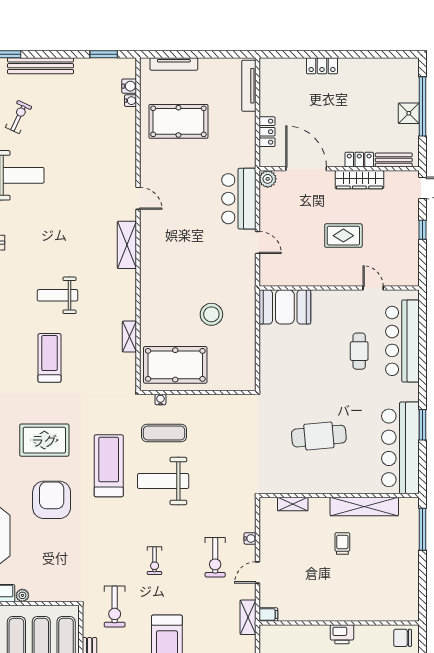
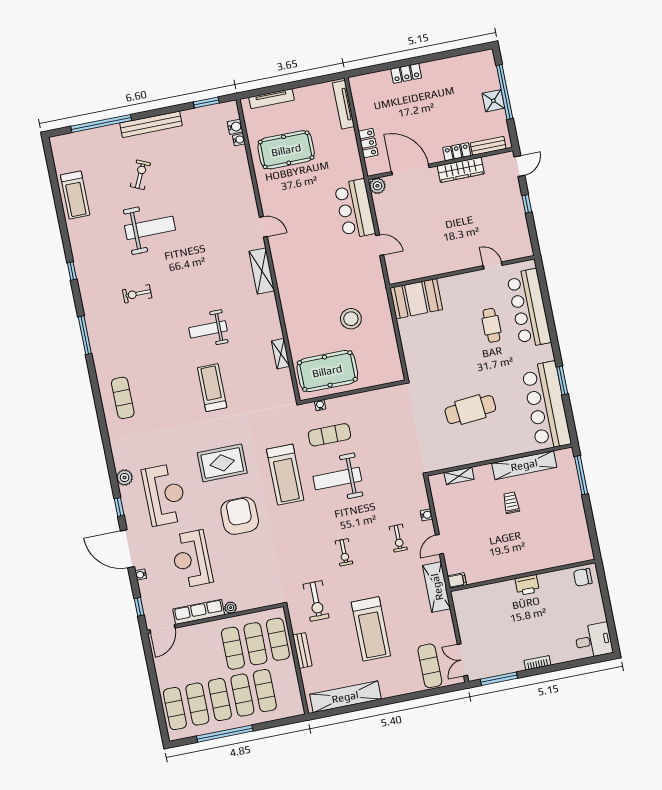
rug: (343, 236) -> (456, 223), removed
treadmill: (109, 466) -> (285, 475), turned 180
exercise bike: (215, 557) -> (398, 538), width x0.73, depth x0.72
shelving: (248, 617) -> (437, 587), width x1.50, depth x1.33

